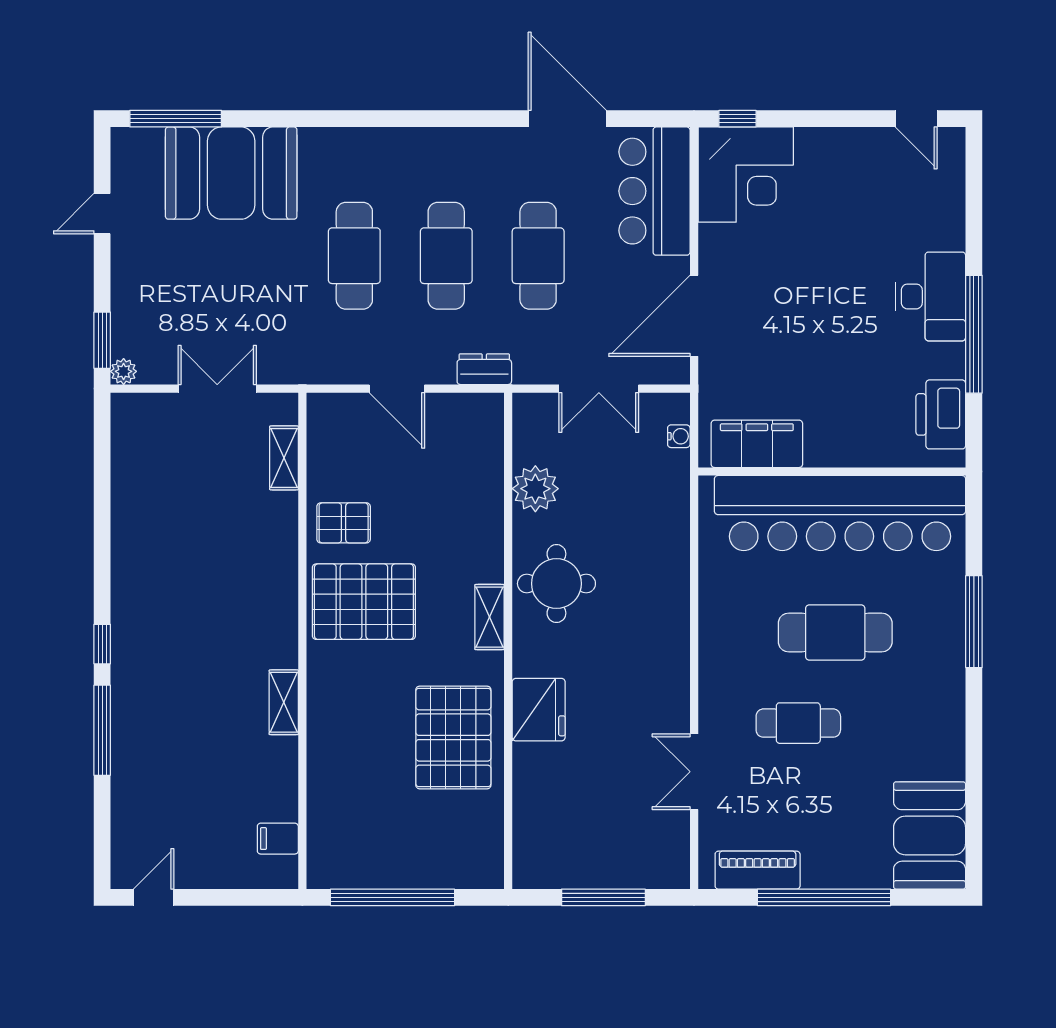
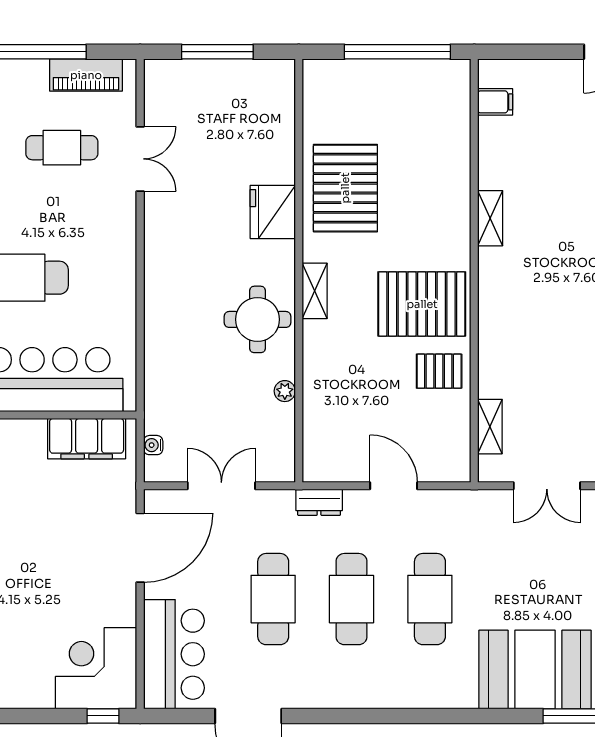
plant: (535, 489) -> (285, 391), width x0.53, depth x0.53
cafe table: (798, 723) -> (62, 148), moved

